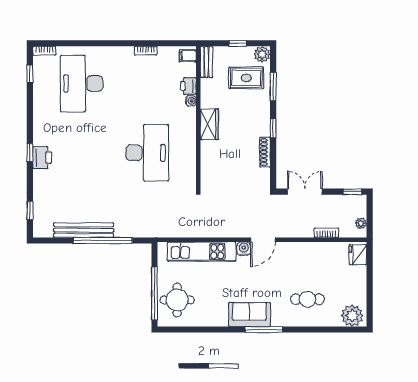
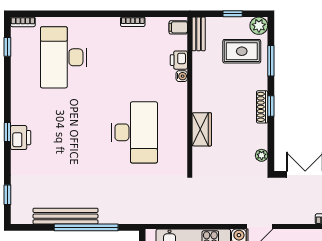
wardrobe: (209, 124) -> (202, 129), moved
shoe rack: (265, 152) -> (262, 107), moved
plant: (265, 174) -> (262, 155), added

